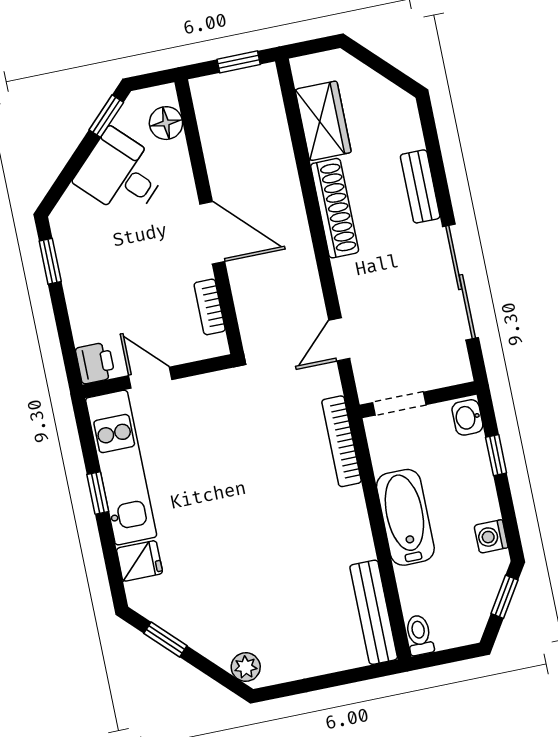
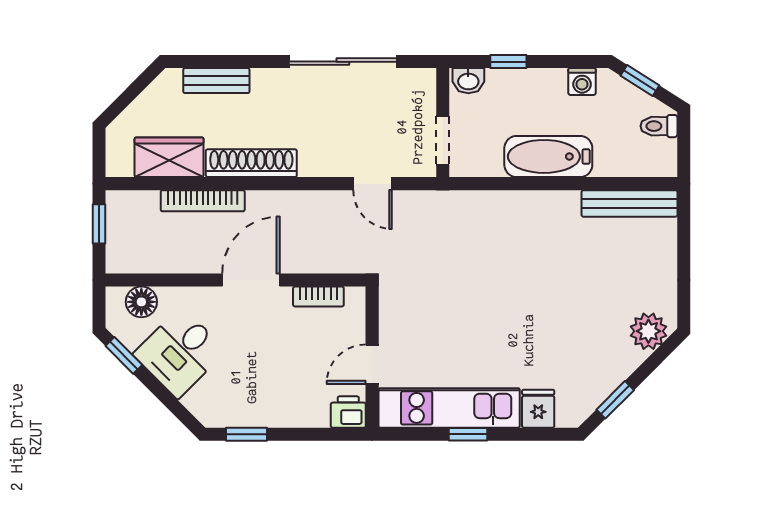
bench: (420, 186) -> (216, 81), moved
bookcase: (342, 441) -> (203, 201), moved
toilet: (419, 635) -> (659, 126), moved
plant: (246, 667) -> (648, 331), width x1.38, depth x1.38

